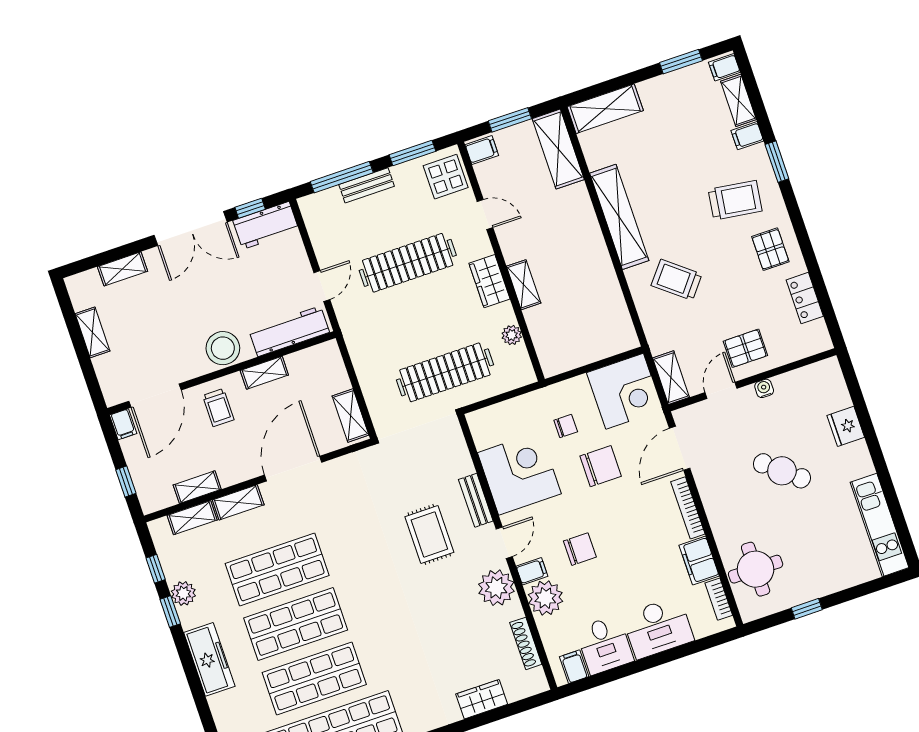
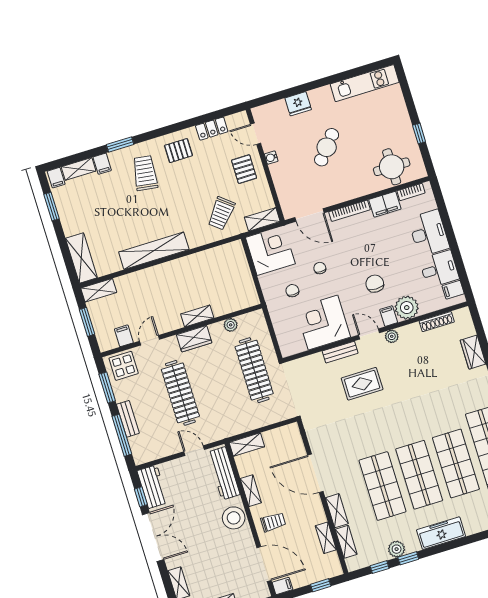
shelving: (558, 149) -> (99, 290), width x0.67, depth x0.75
filing cabinet: (482, 150) -> (124, 336), moved
trolley: (677, 280) -> (221, 213), moved
door: (721, 390) -> (256, 134), moved
shelving: (350, 416) -> (247, 445), moved
chair: (601, 466) -> (320, 268), width x0.54, depth x0.54
plant: (496, 588) -> (392, 336), width x0.53, depth x0.53

